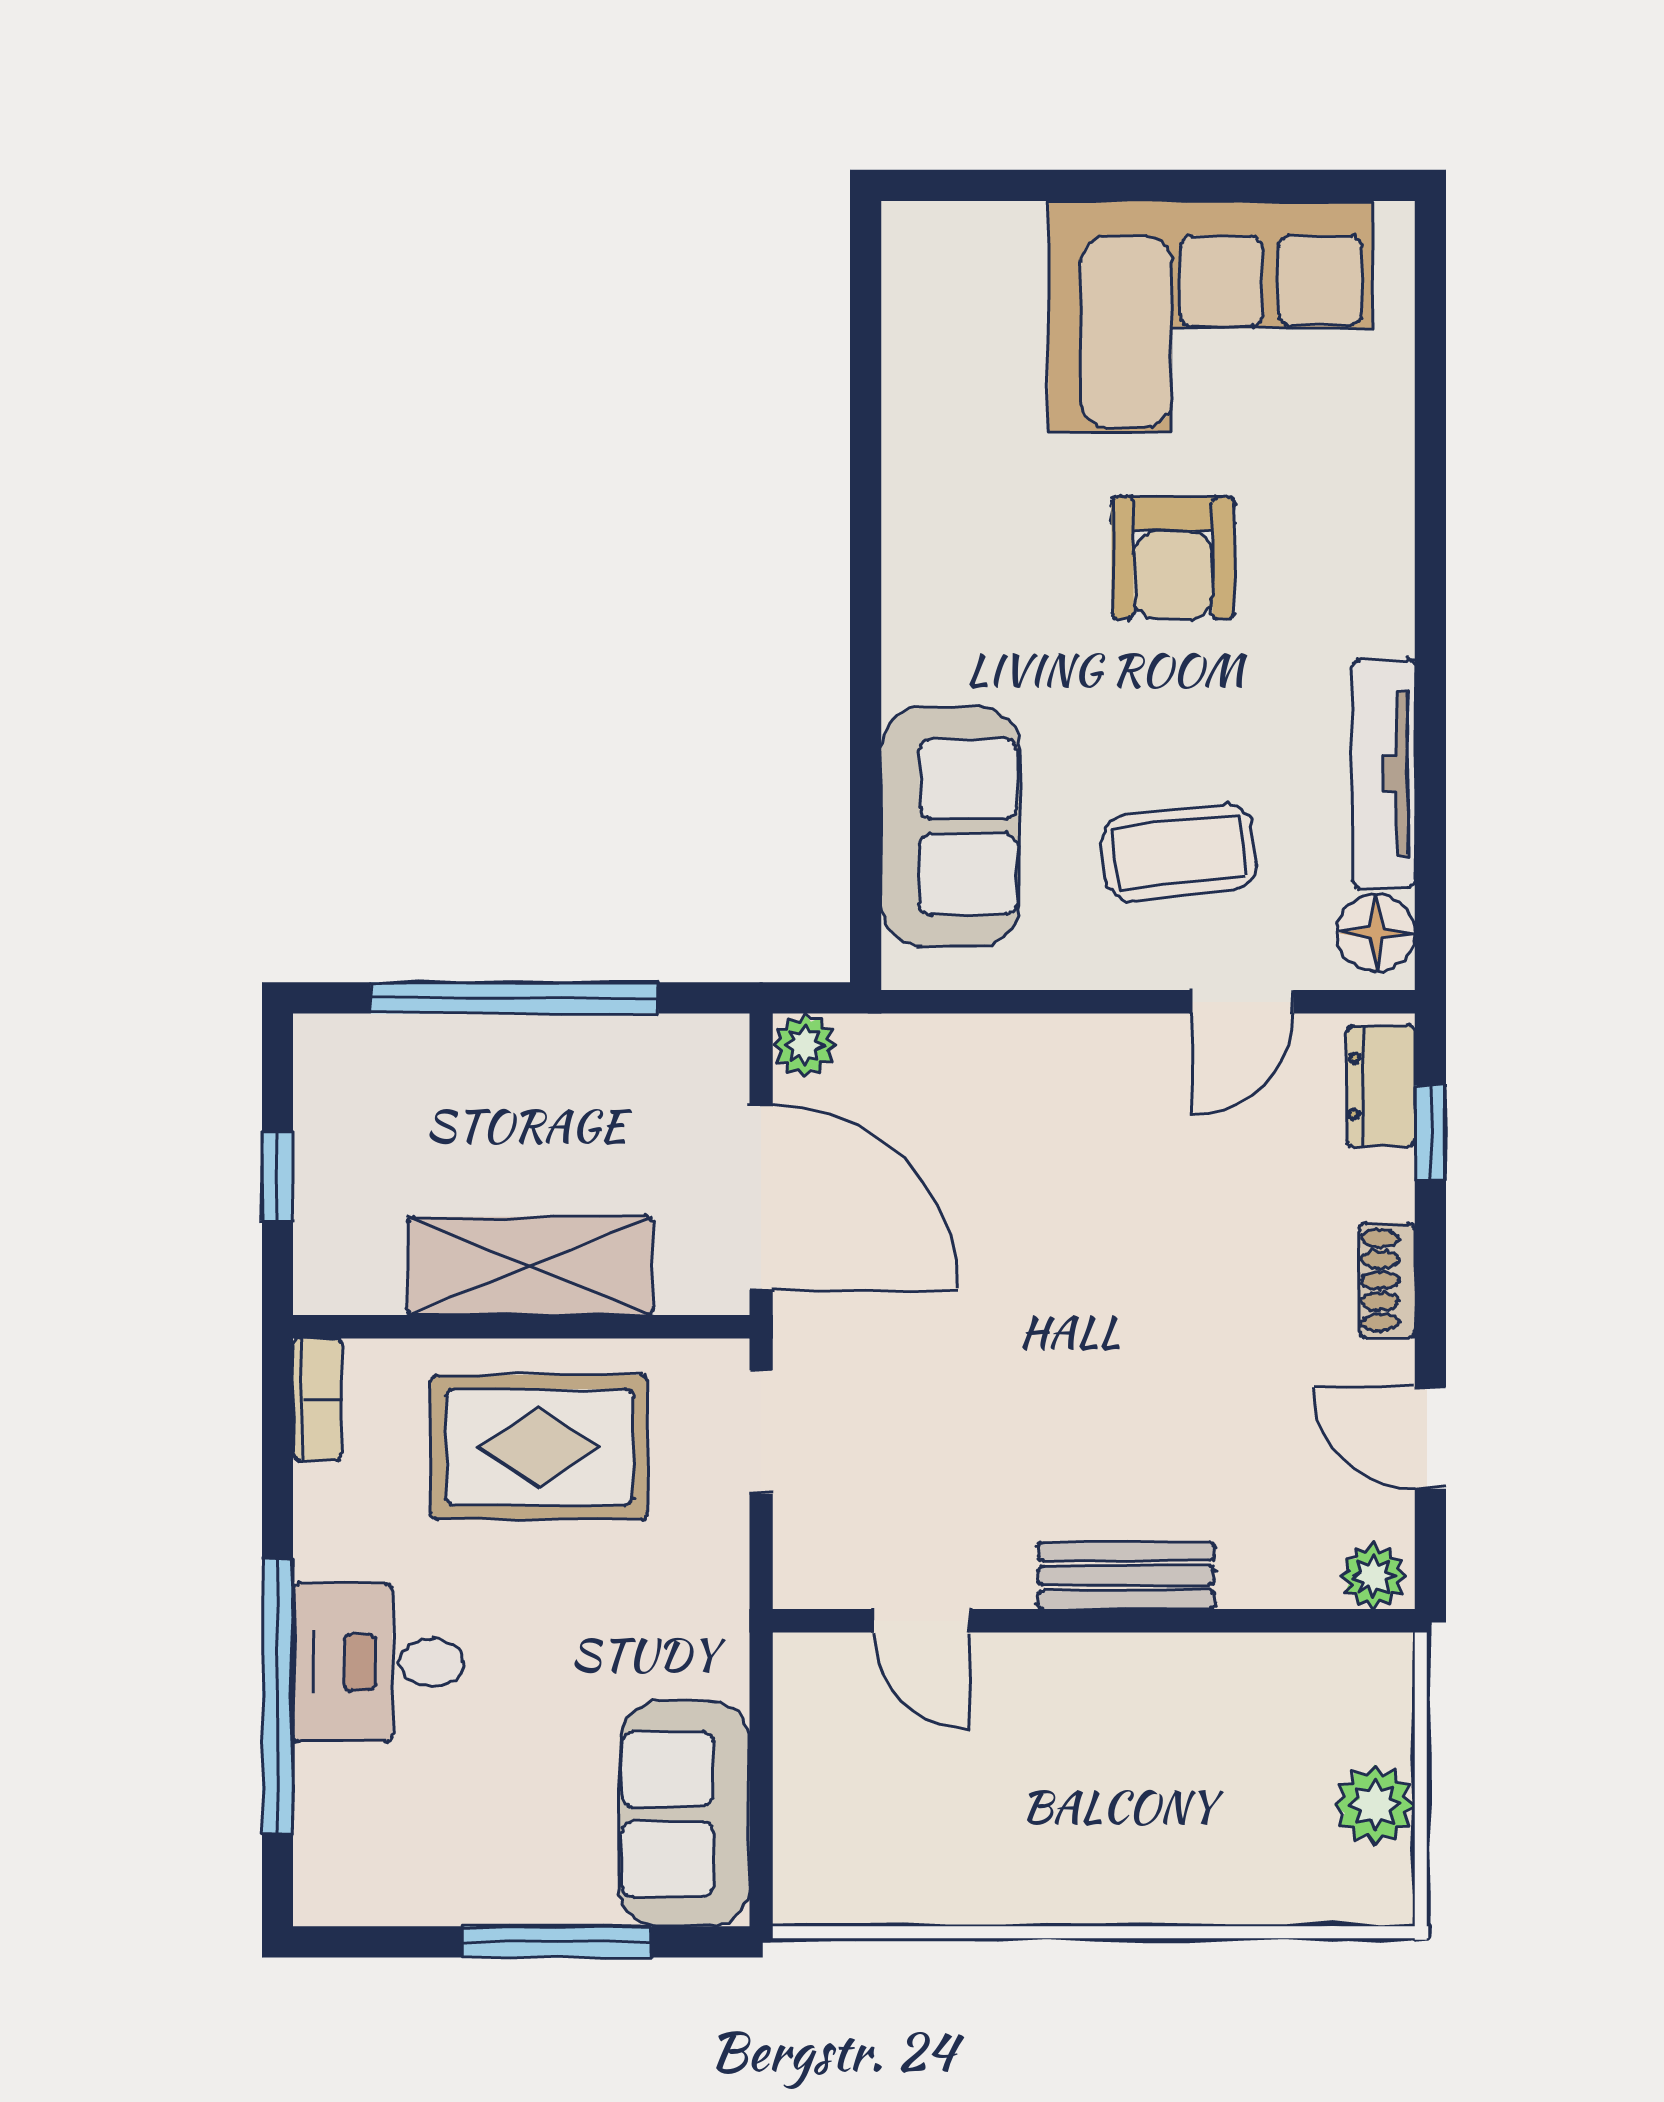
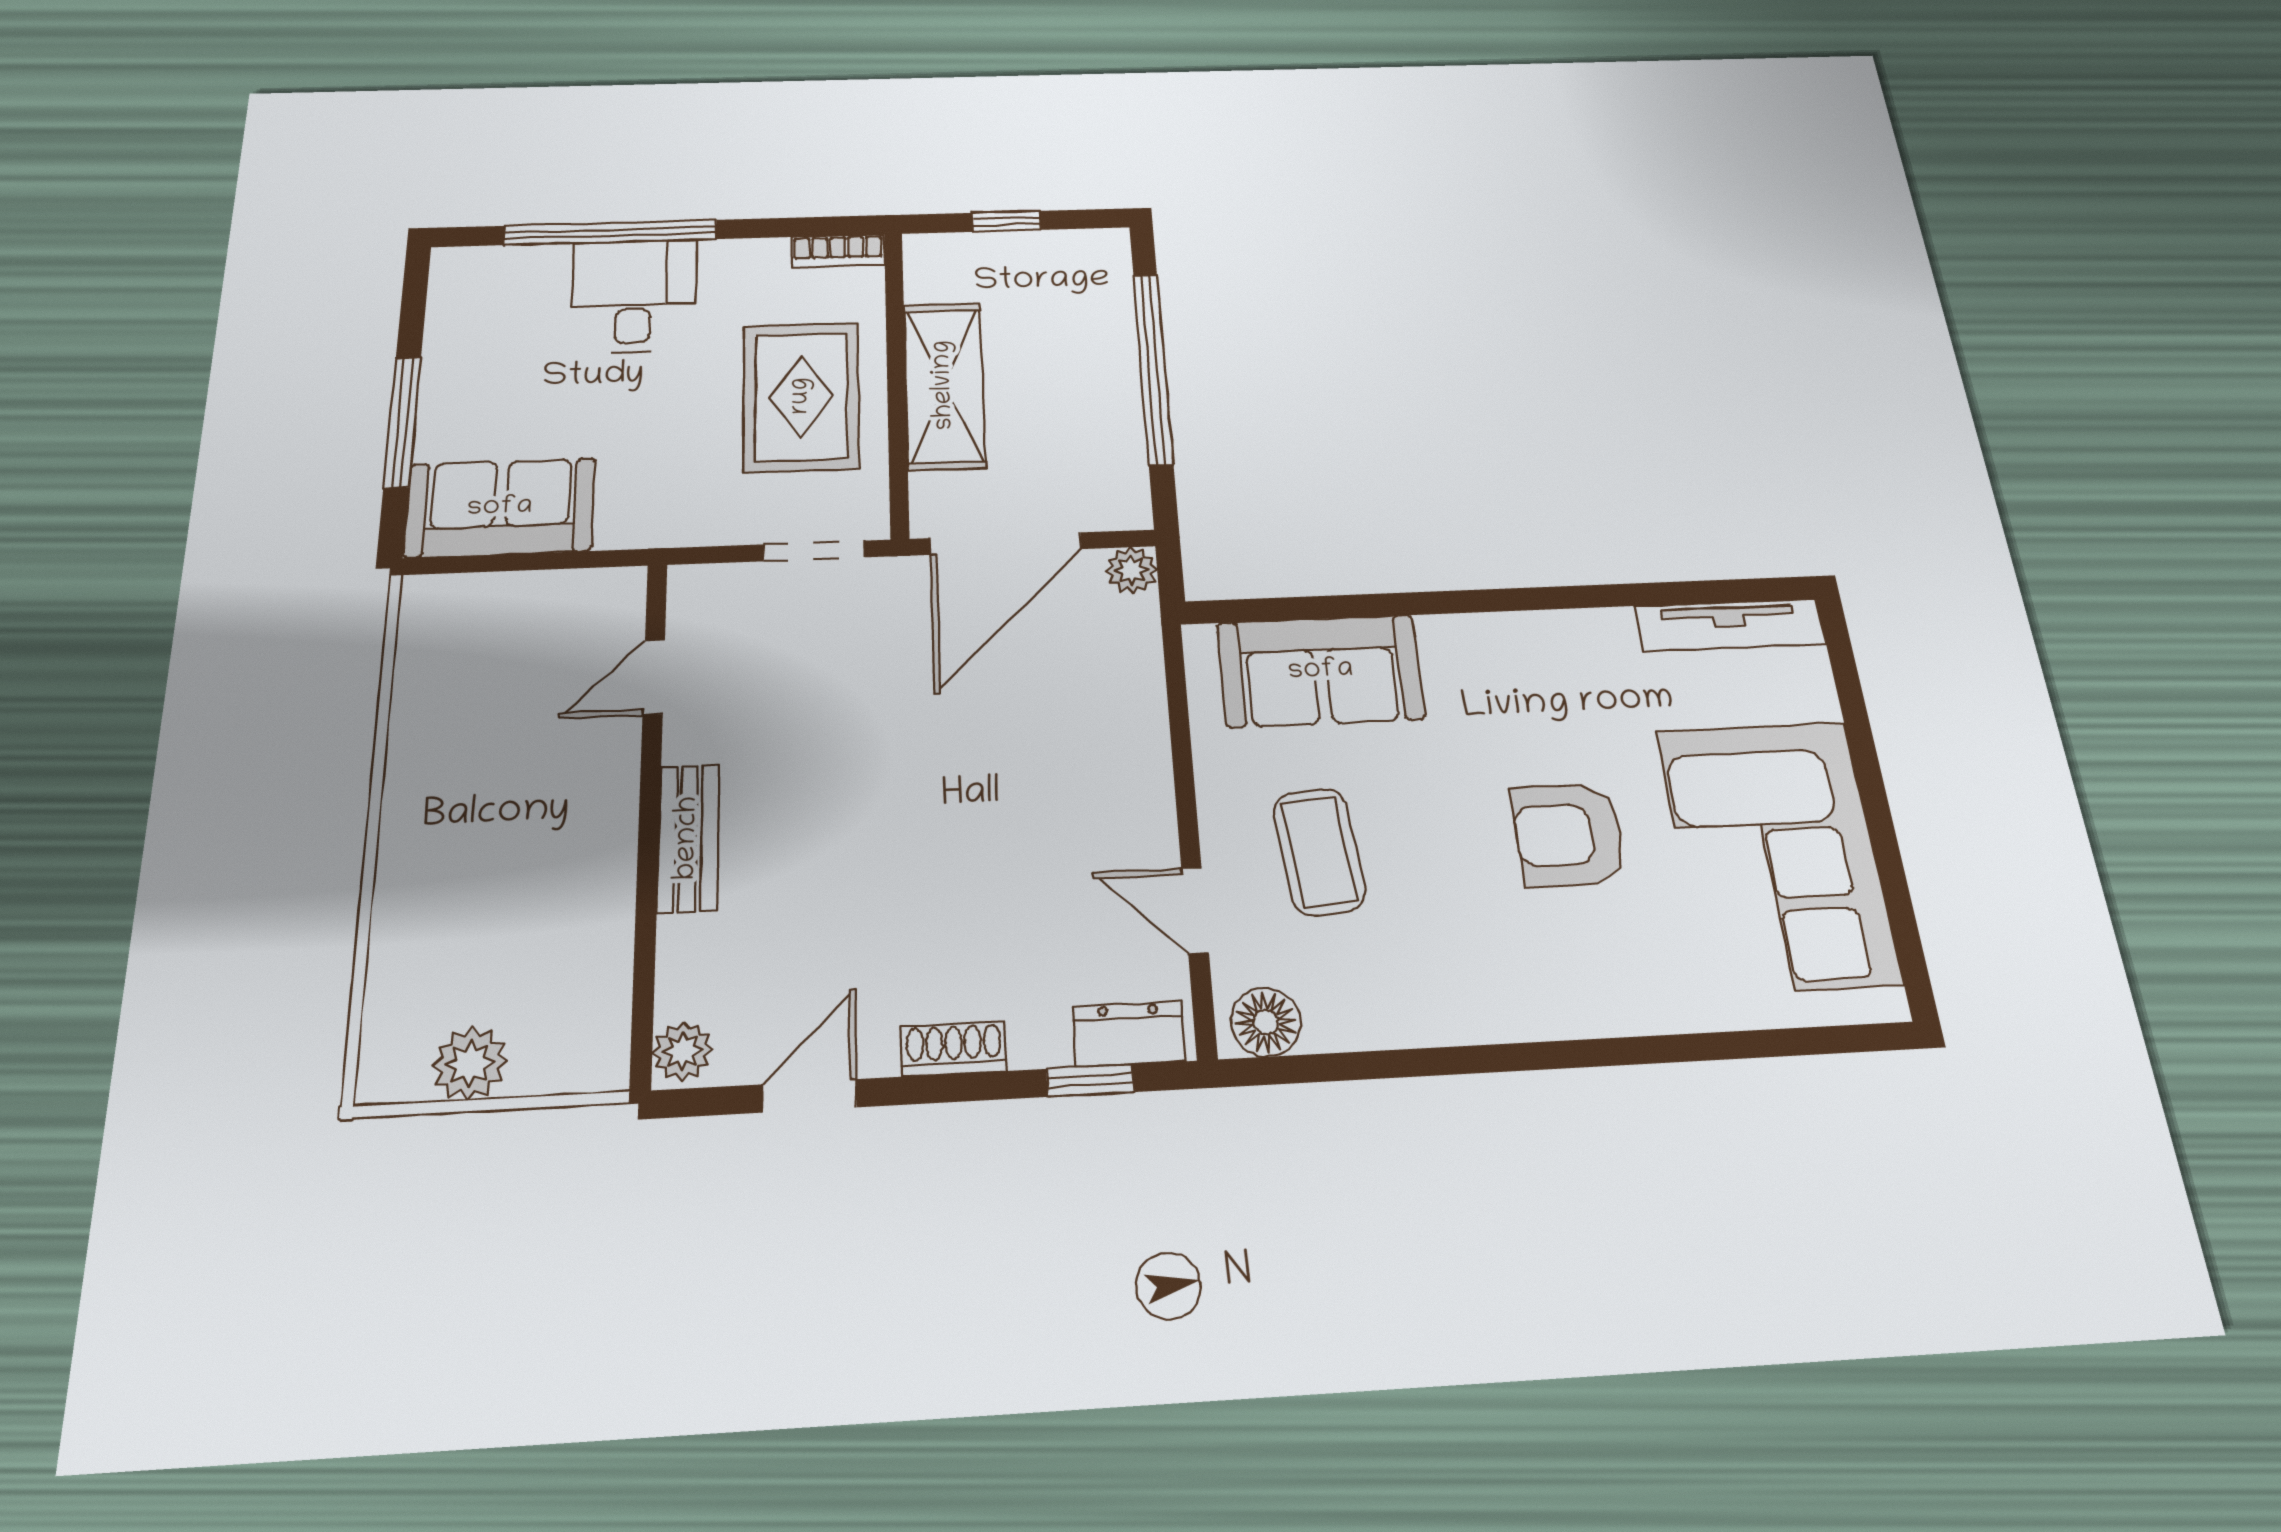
tv unit: (1384, 773) -> (1730, 625), moved, turned 180

